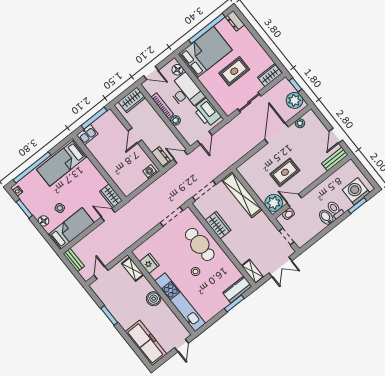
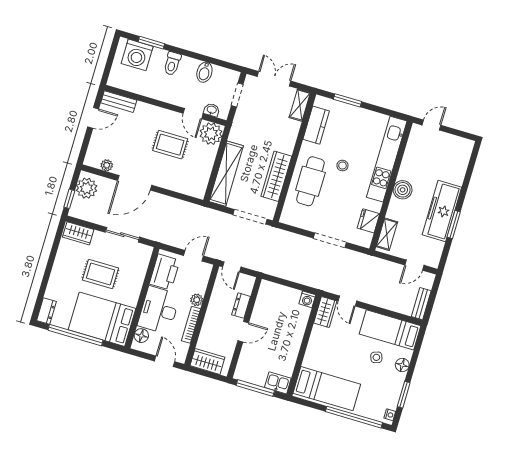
dresser: (161, 157) -> (241, 306), moved
washing machine: (150, 172) -> (307, 299), moved
doorway: (172, 217) -> (330, 240), moved
bidet: (326, 217) -> (204, 72), moved
wardrobe: (218, 225) -> (276, 176), width x1.50
kitchen counter: (237, 290) -> (316, 125), moved, turned -90
freezer: (146, 343) -> (442, 211), moved

